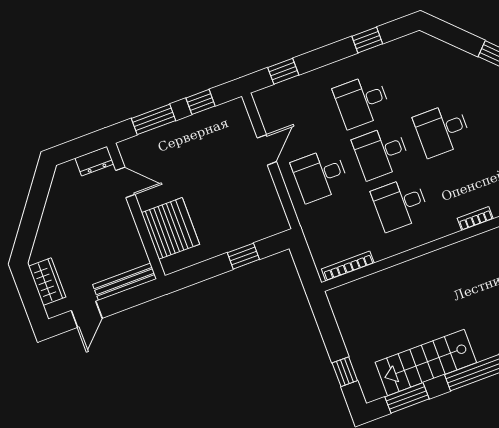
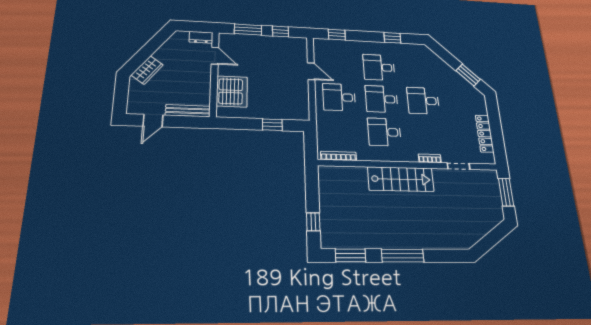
door: (267, 150) -> (311, 71), hinge flipped
wardrobe: (47, 282) -> (147, 70), moved, turned 37
stairs: (426, 362) -> (401, 179), moved, turned 180

